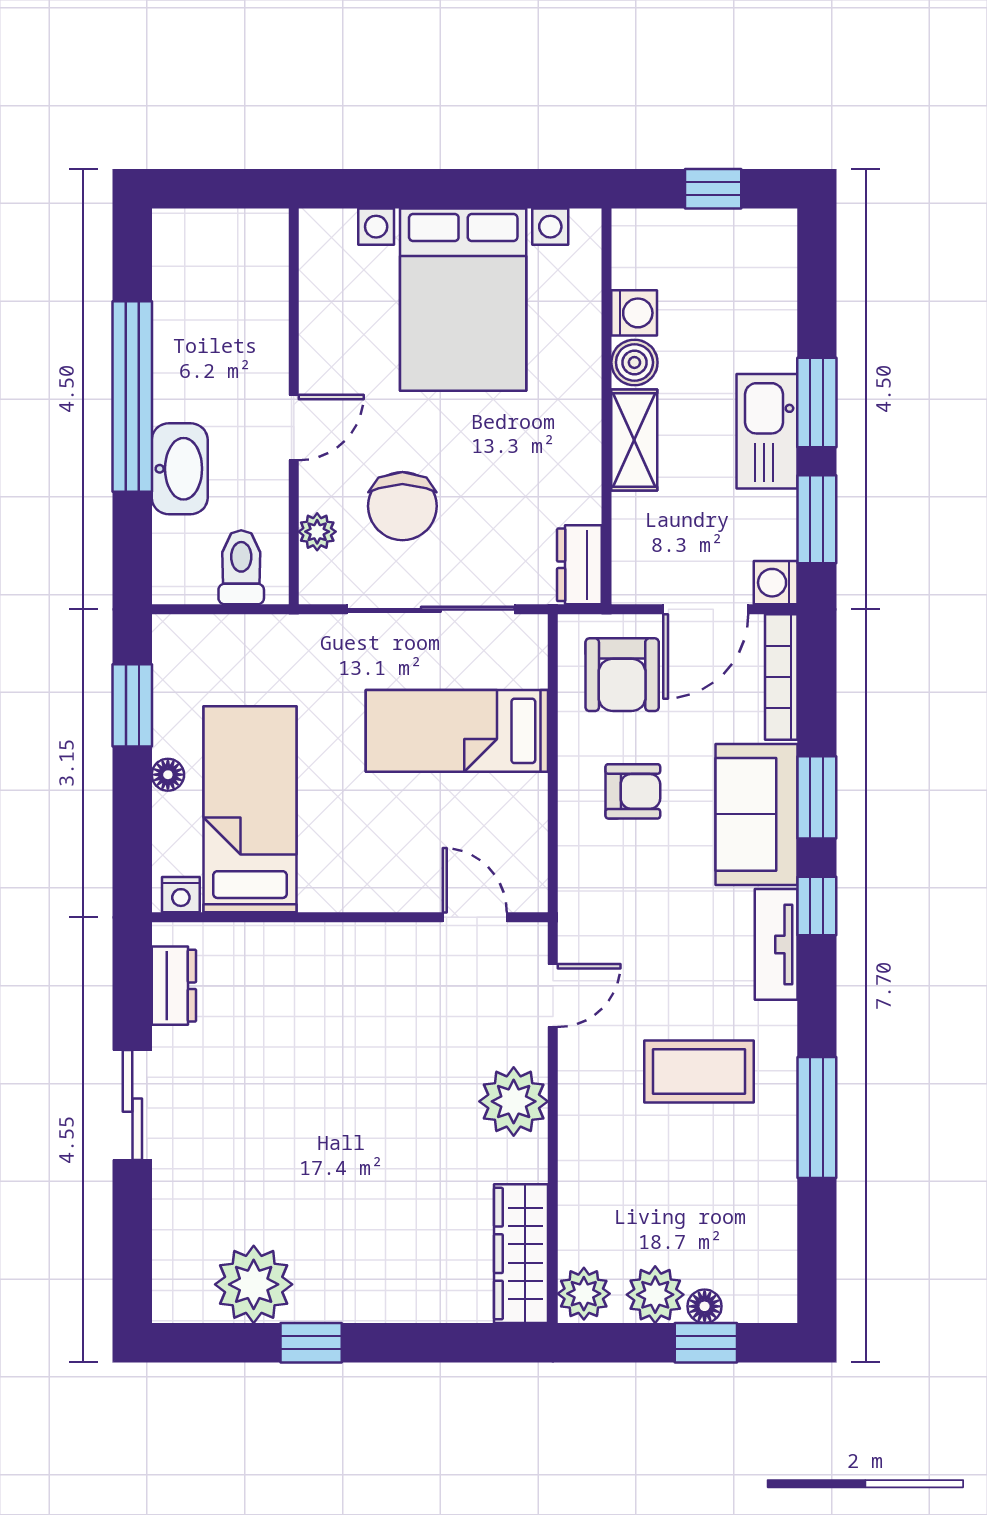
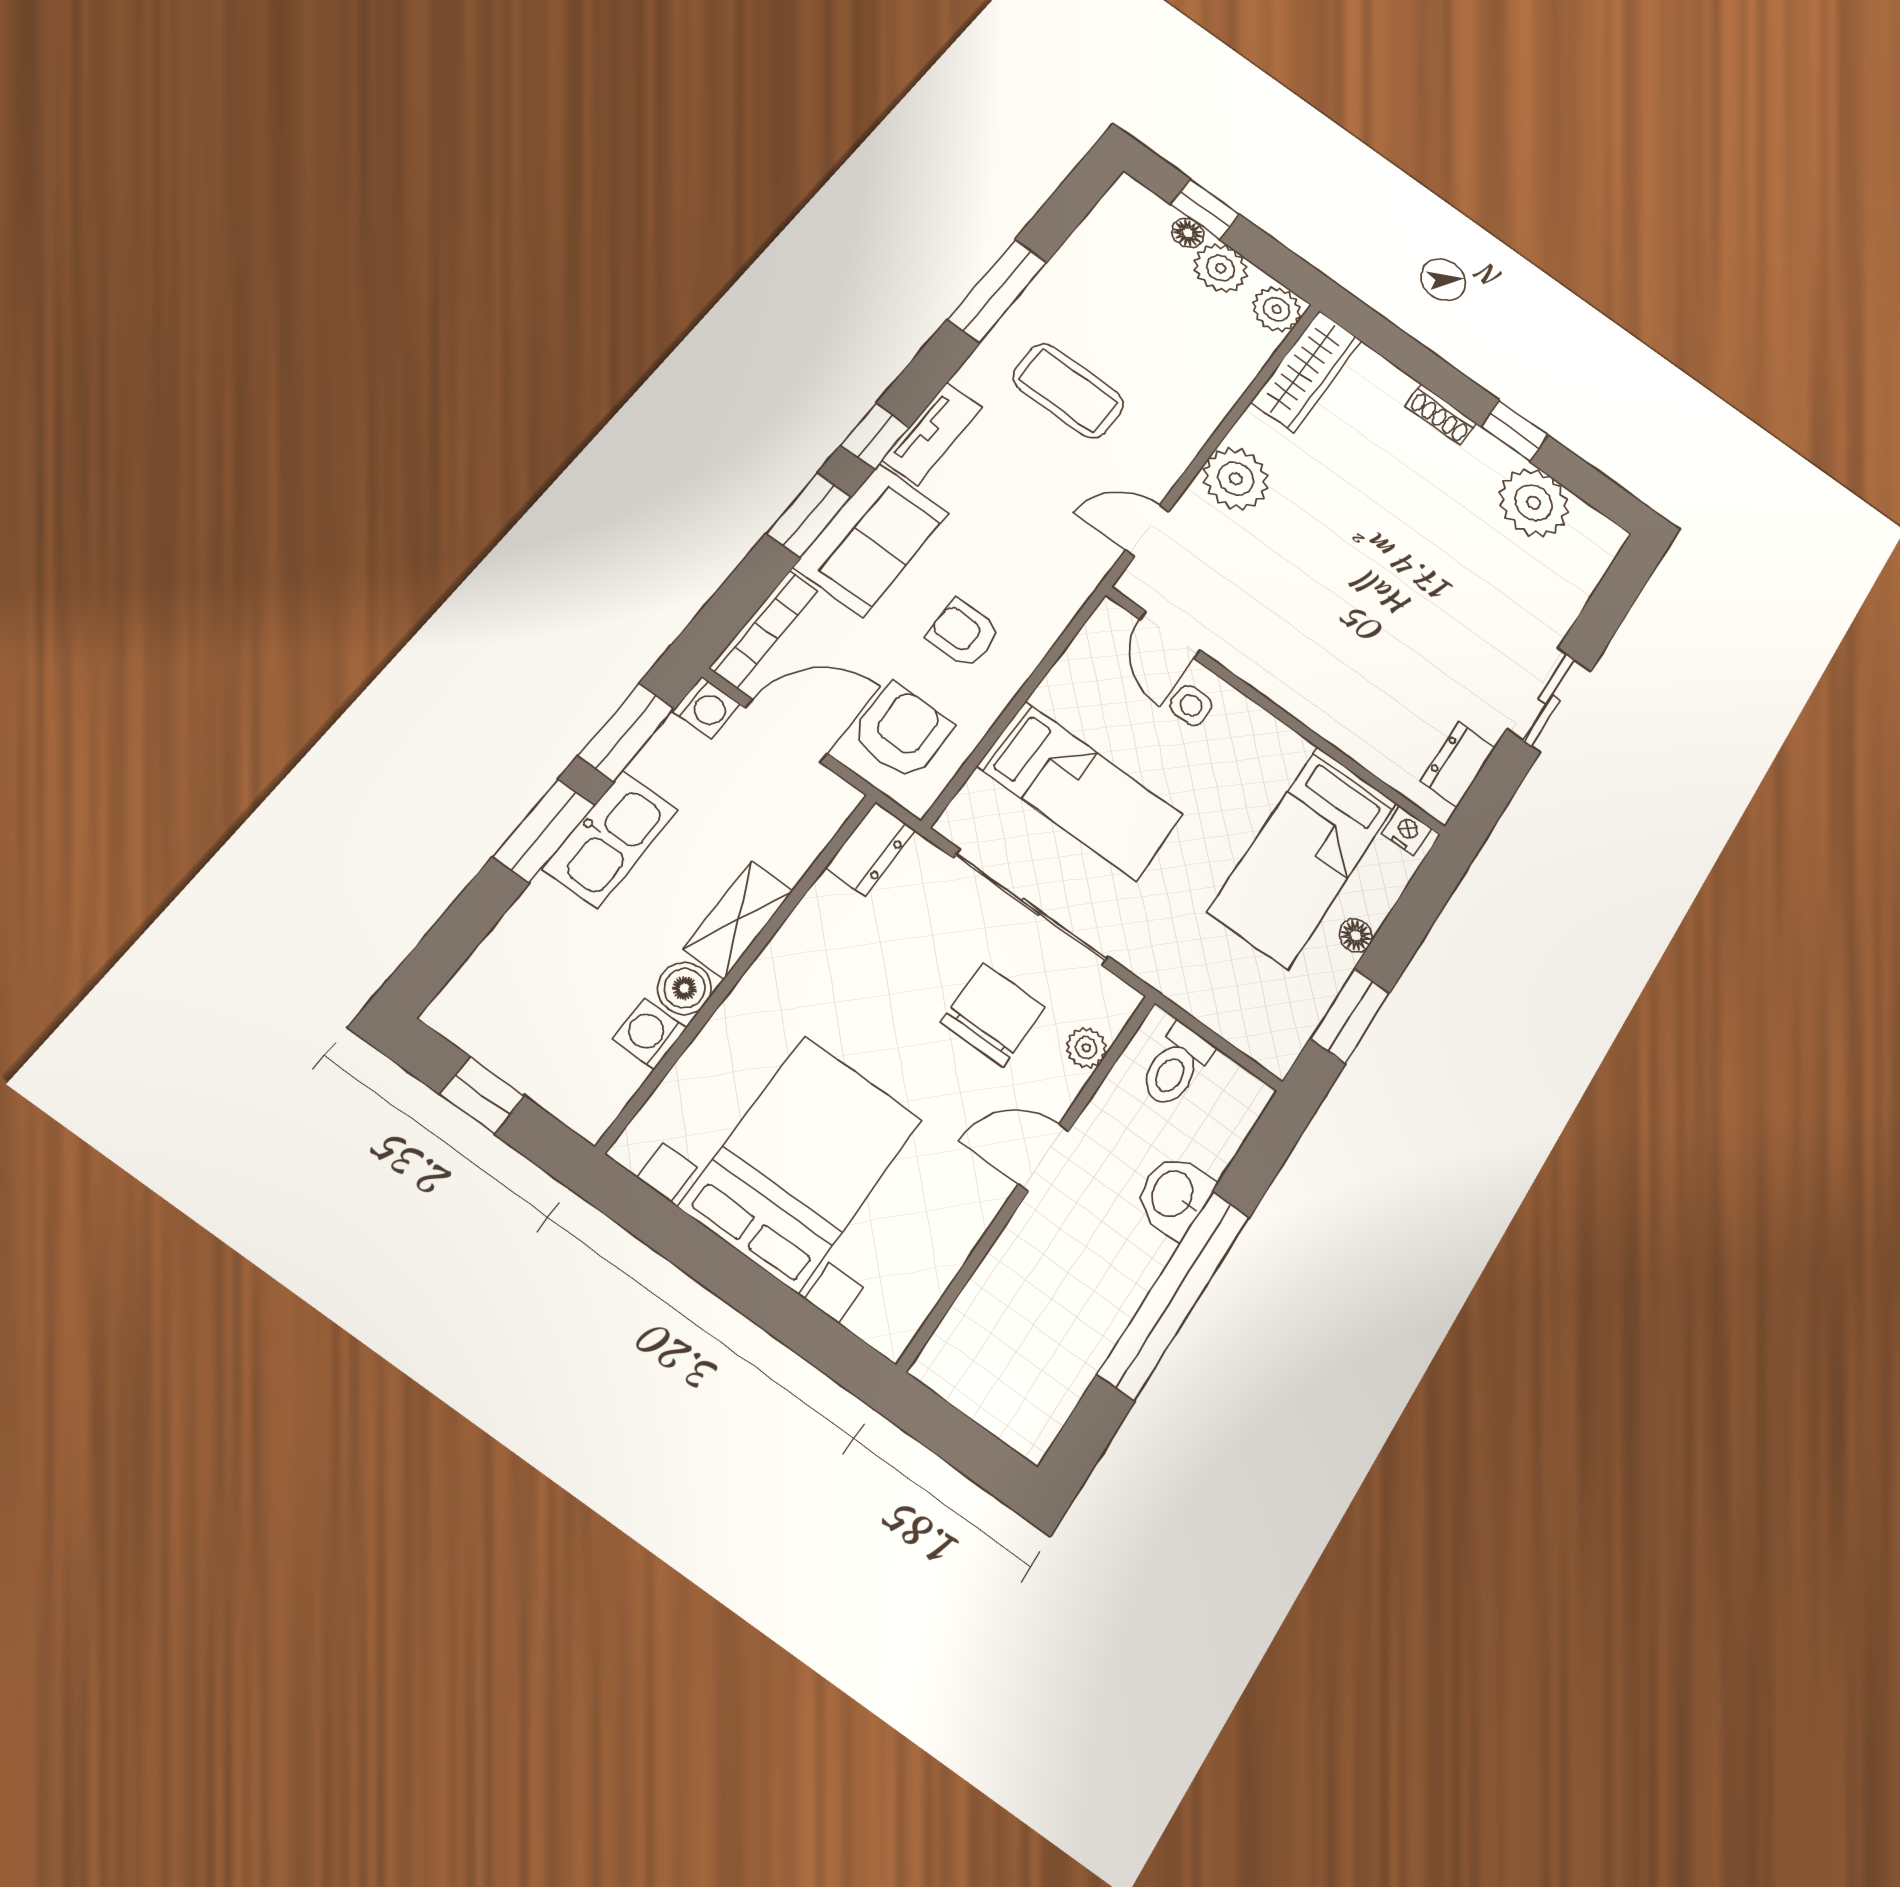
washbasin: (180, 469) -> (1174, 1195), width x0.72
side table: (419, 869) -> (1191, 705), added
shoe rack: (383, 1306) -> (1441, 415), added

